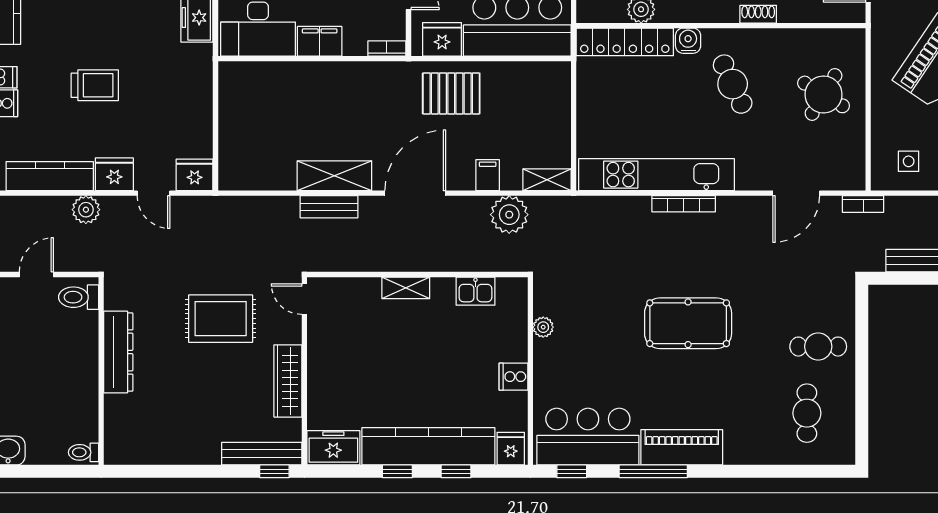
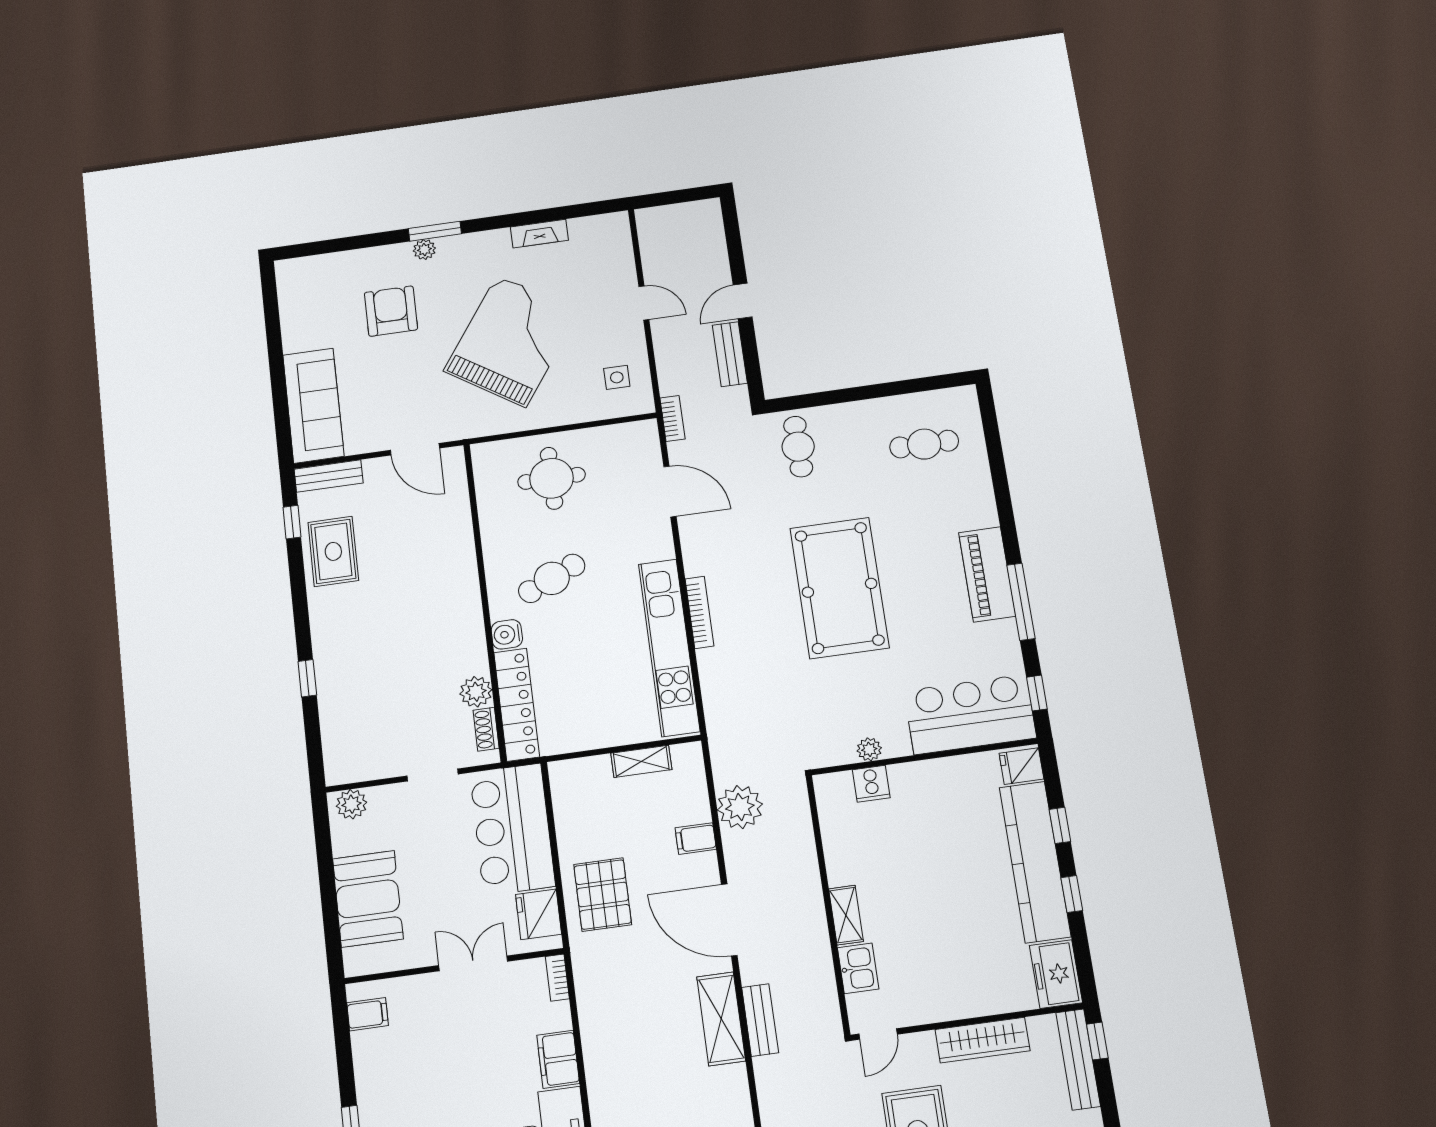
shoe rack: (758, 14) -> (486, 729), moved
round table: (824, 94) -> (552, 478), turned -31
shelving: (547, 180) -> (641, 761), moved, turned 90
kitchen sink: (475, 291) -> (858, 968), moved
pool table: (688, 323) -> (839, 588), width x1.36, depth x1.32
cafe table: (818, 347) -> (798, 447), moved
cooker: (514, 377) -> (871, 784), moved
bar counter: (588, 437) -> (970, 714), moved, turned 90

